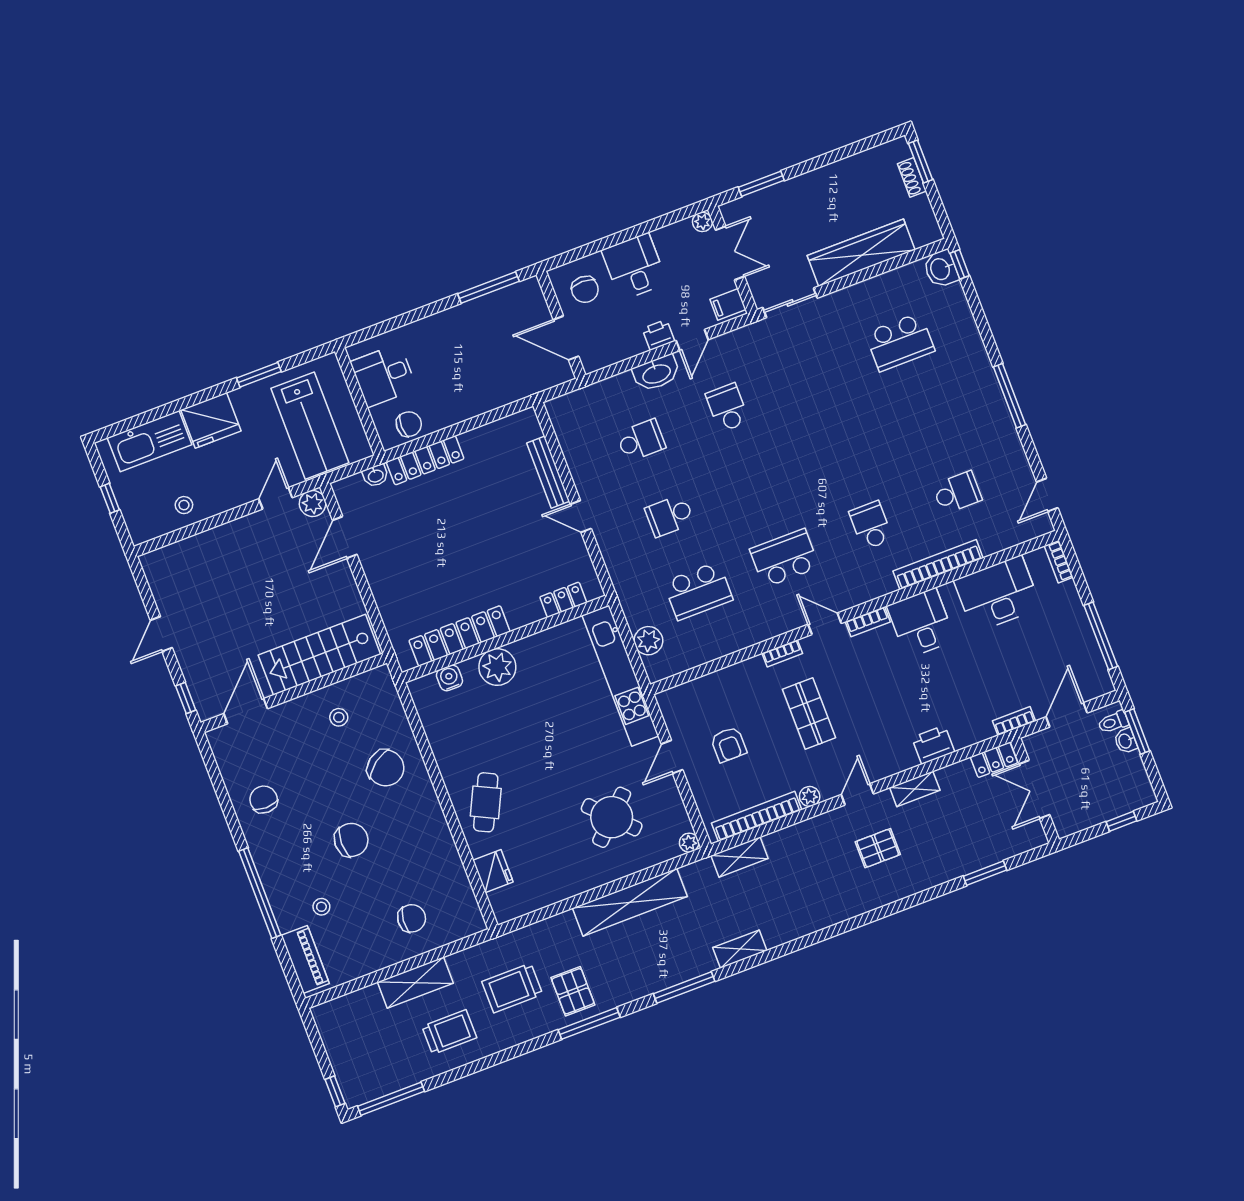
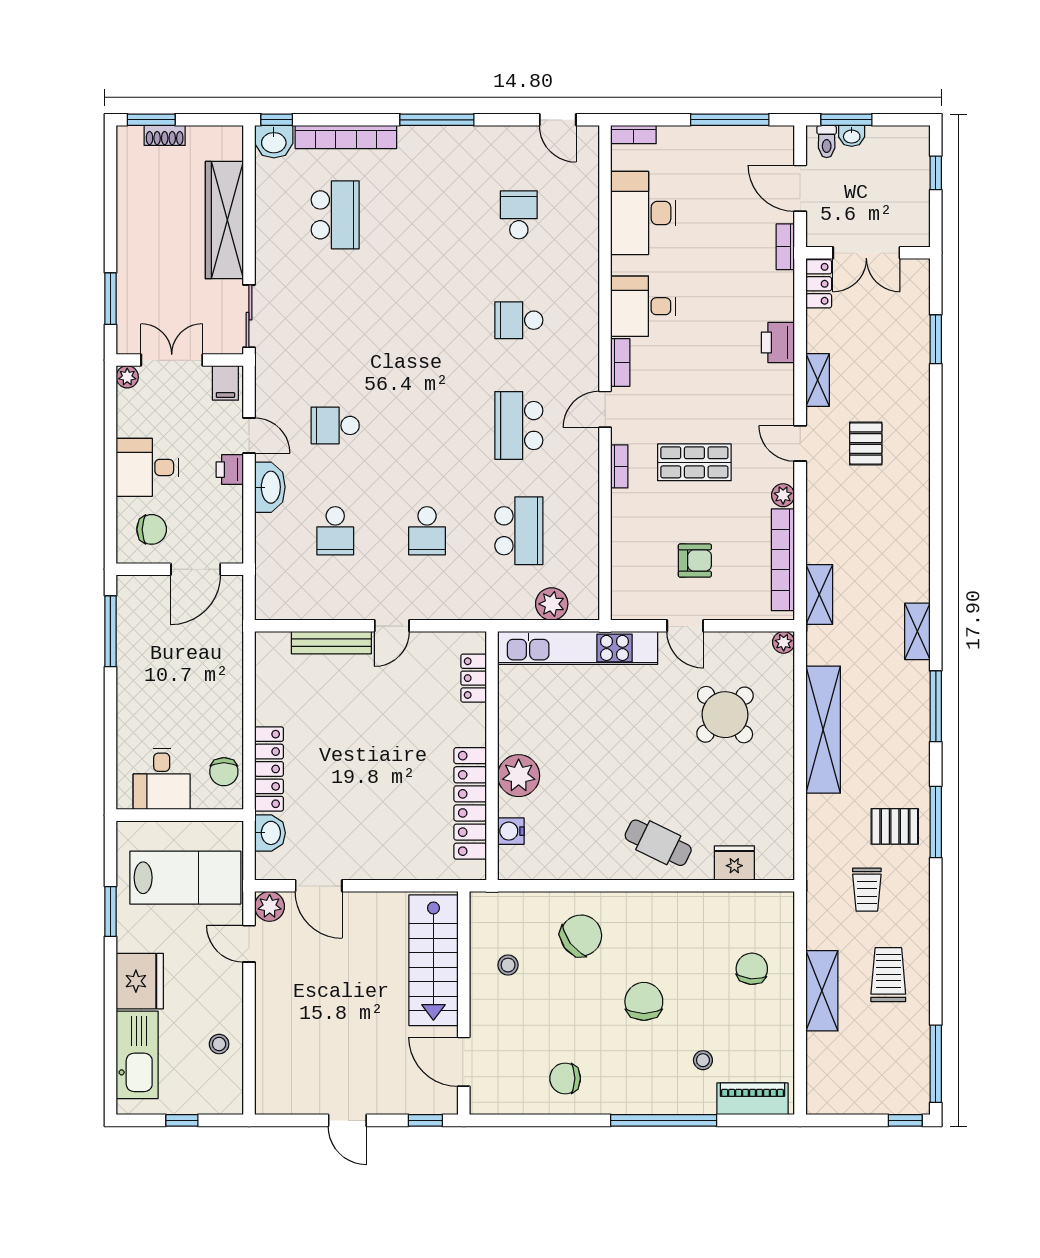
chair: (409, 424) -> (224, 772), turned 180
school desk: (641, 440) -> (335, 531), turned 180
washbasin: (376, 476) -> (270, 833), width x1.38, depth x1.45
bookcase: (938, 565) -> (346, 137), moved, turned -90
trolley: (512, 988) -> (867, 890), width x0.73, depth x0.72

